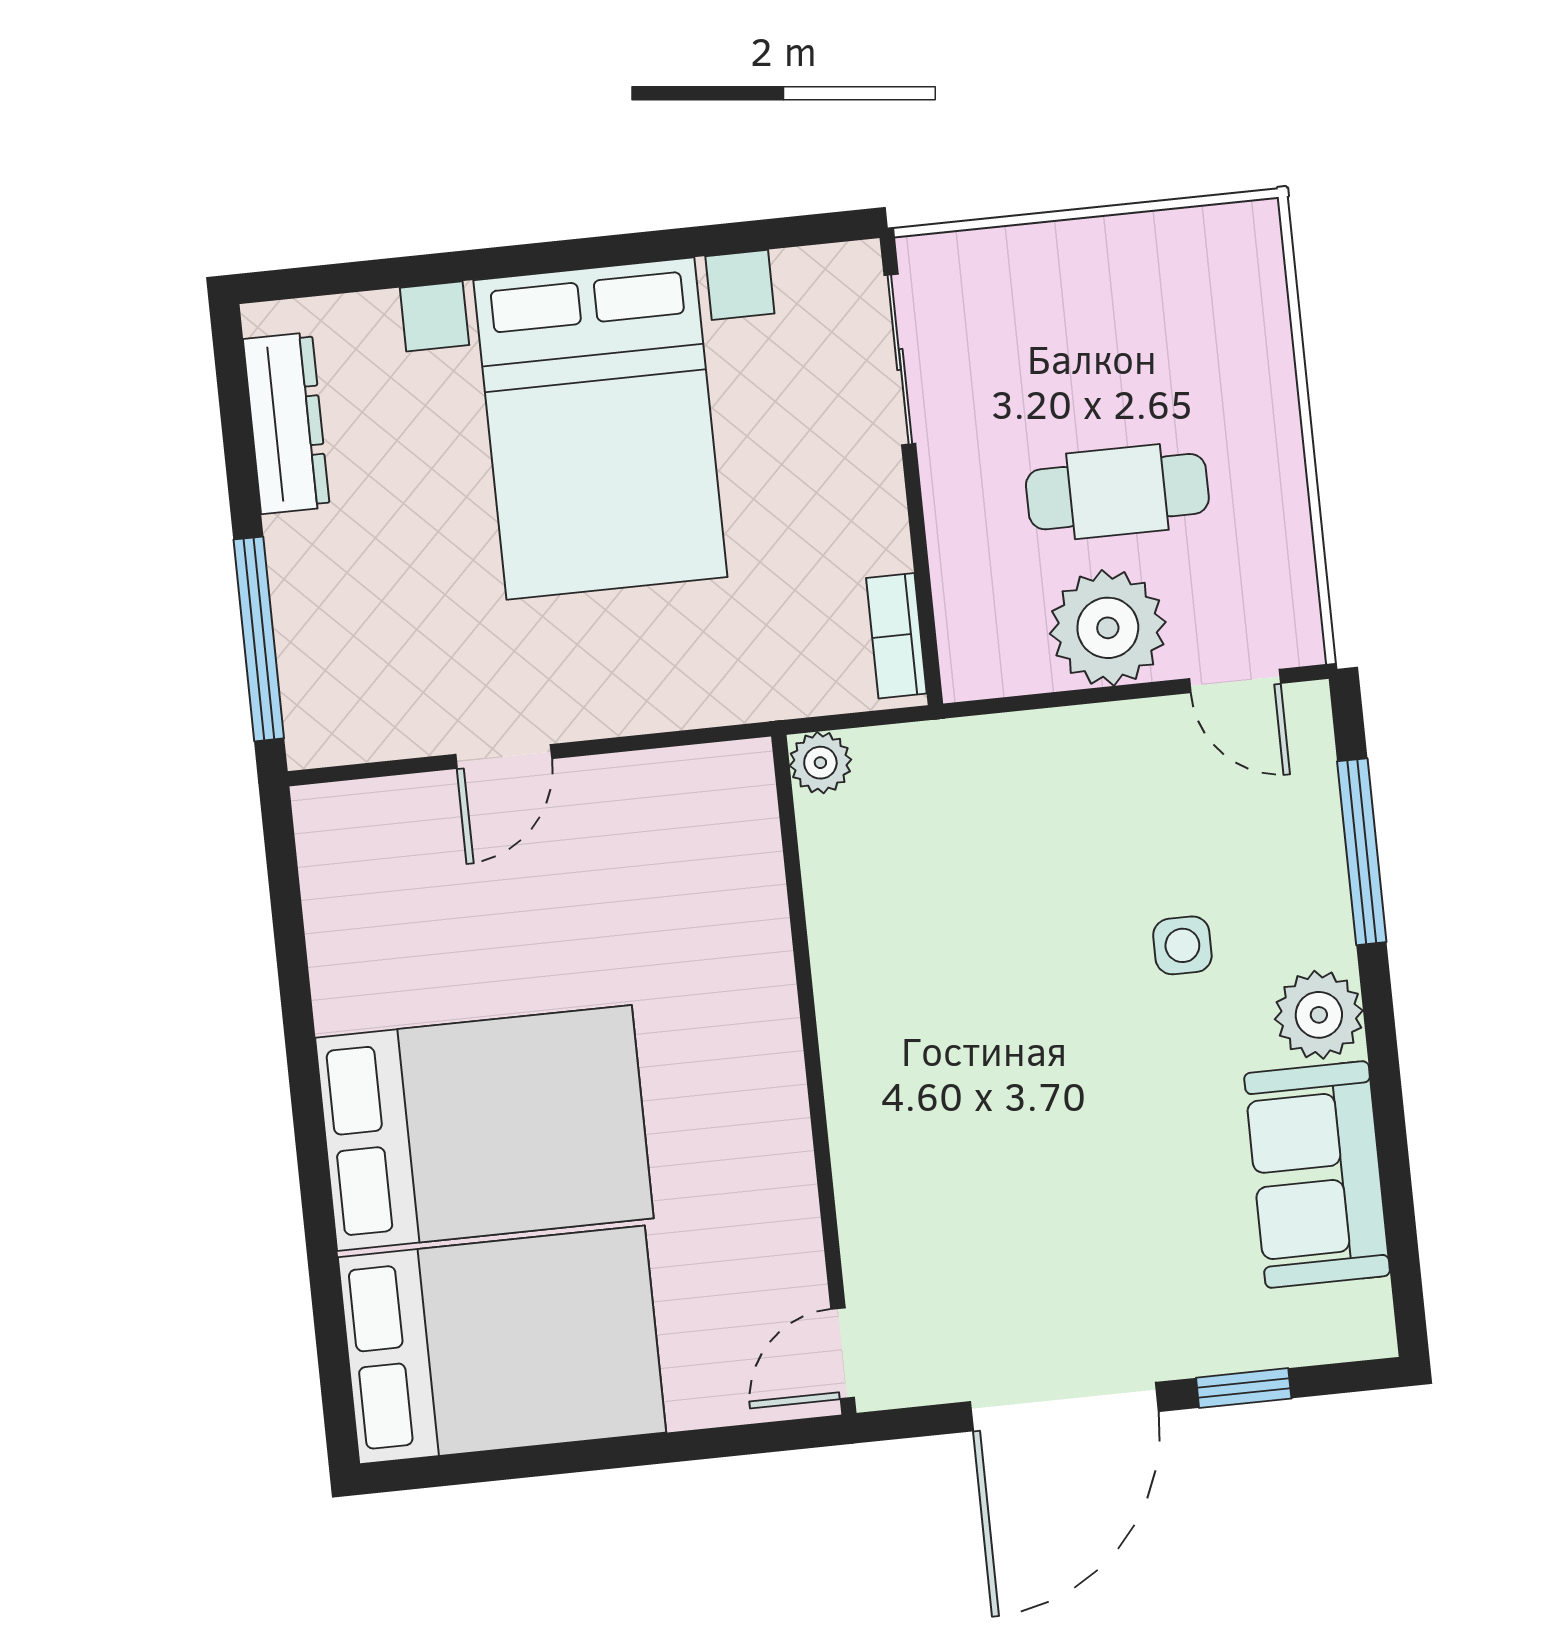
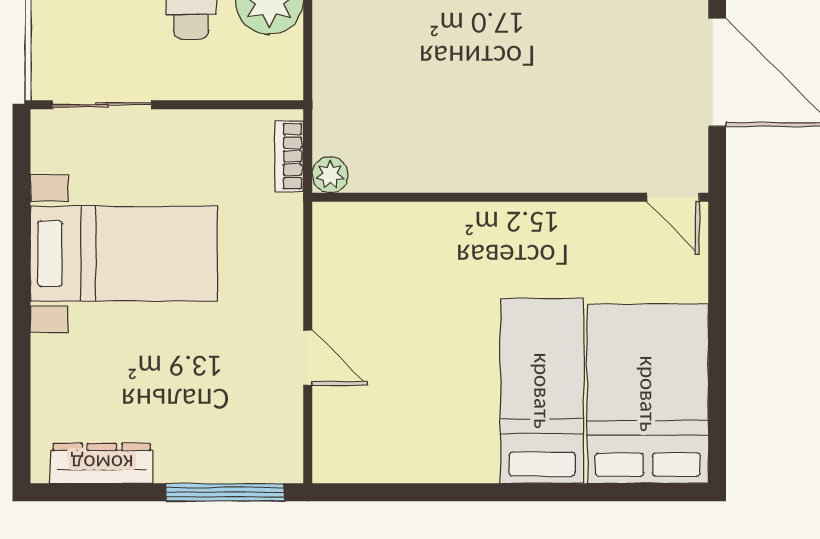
bed with nightstands: (600, 429) -> (124, 254), width x0.73
bookcase: (896, 636) -> (289, 156), moved, turned 90
bed: (484, 1128) -> (542, 391), width x0.67

